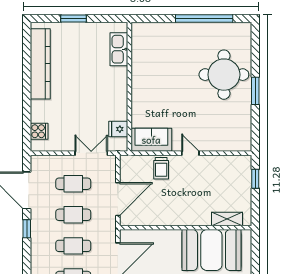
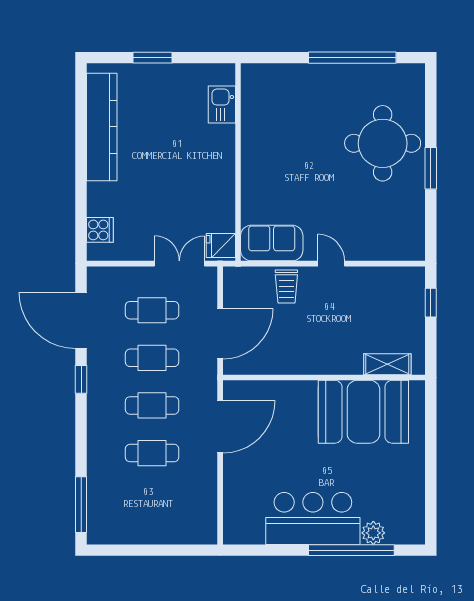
kitchen sink: (119, 49) -> (222, 104), width x0.73
fridge: (118, 129) -> (221, 245), moved

